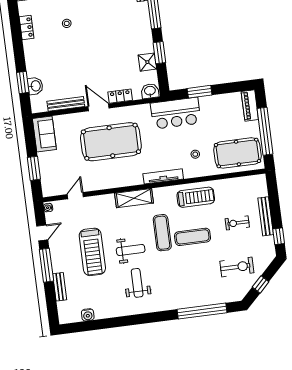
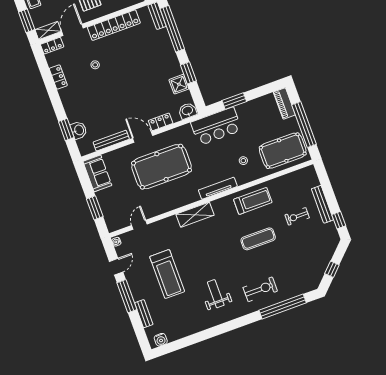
exercise mat: (162, 233) -> (229, 241), removed
weight bench: (131, 250) -> (203, 264), removed
exercise bike: (237, 267) -> (260, 289), moved
water cooler: (88, 315) -> (161, 340), moved

